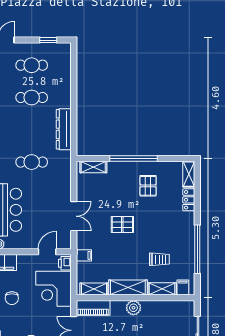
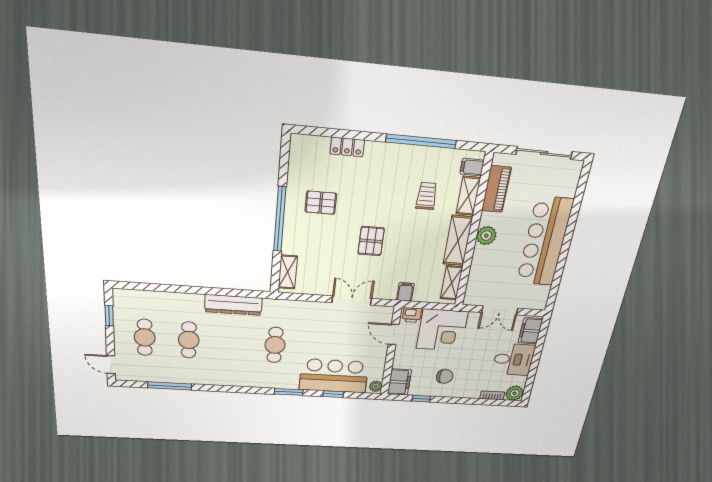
shelving: (189, 174) -> (309, 143), removed
piano: (93, 308) -> (496, 189), moved

